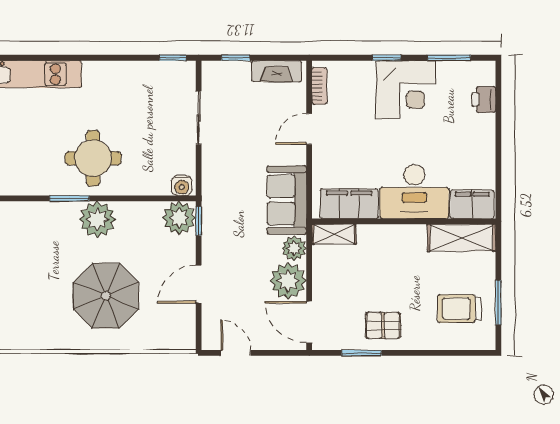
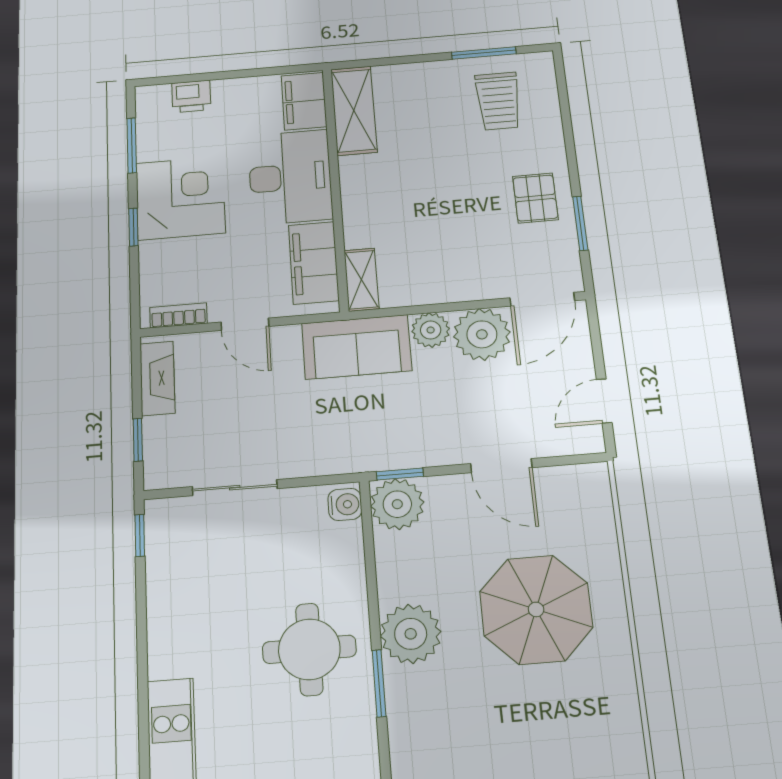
desk: (414, 192) -> (290, 177), moved
filing cabinet: (349, 204) -> (314, 263), moved
filing cabinet: (472, 204) -> (304, 101), moved
wall: (404, 221) -> (335, 187), moved
shelving: (334, 234) -> (361, 280), moved
shelving: (461, 238) -> (354, 111), moved

